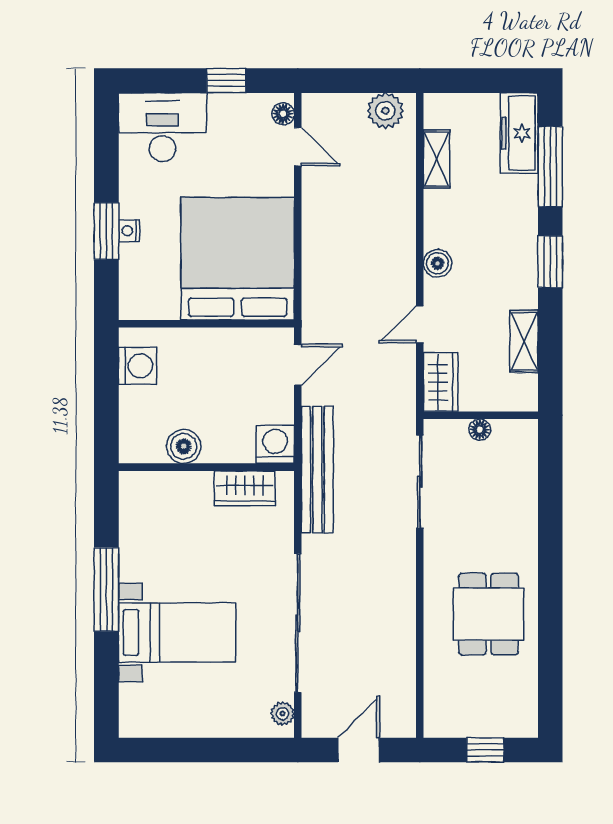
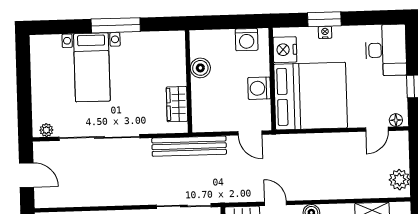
nightstand: (157, 300) -> (285, 50), added
washing machine: (275, 444) -> (259, 88), moved, turned 180

